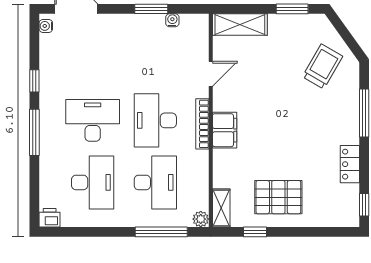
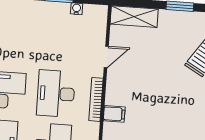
filing cabinet: (225, 130) -> (114, 114), width x0.50

